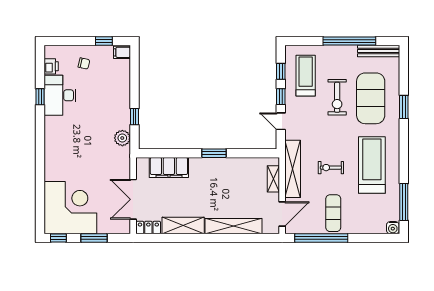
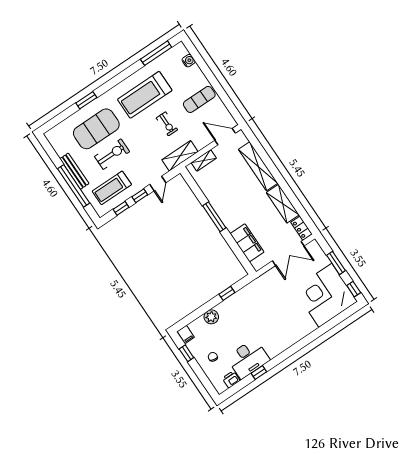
window: (349, 41) -> (74, 186), moved
bench: (379, 51) -> (74, 171), moved
plant: (122, 138) -> (211, 317), moved
window: (214, 153) -> (214, 217), width x1.44
shelving: (293, 169) -> (180, 156), width x0.68
water cooler: (393, 228) -> (189, 61), moved
window: (321, 238) -> (223, 96), removed

